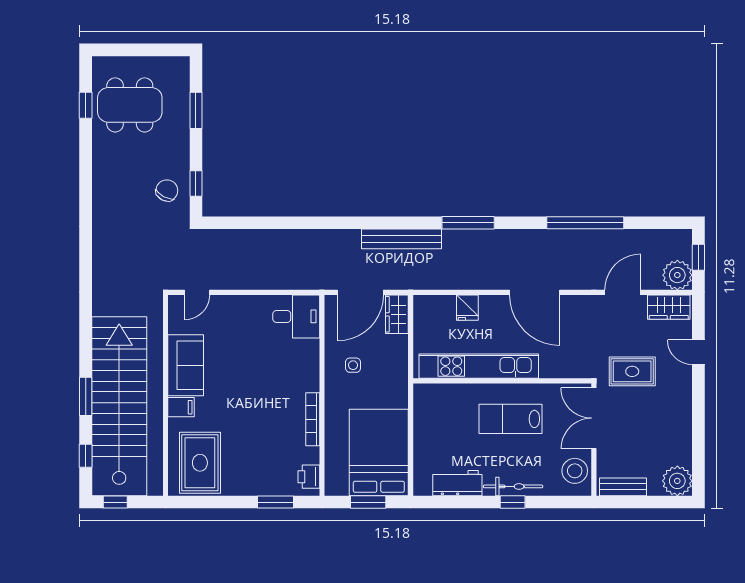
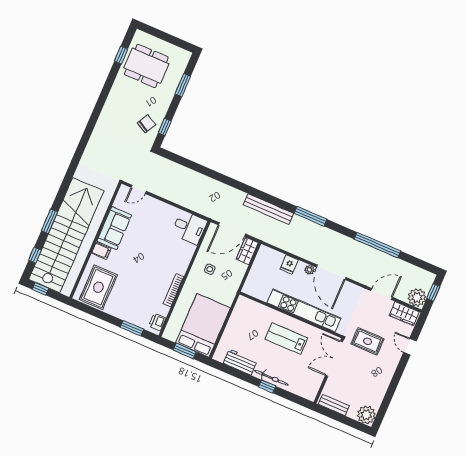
plant: (501, 303) -> (310, 270), added
kitchen unit: (479, 366) -> (304, 310), moved
stool: (575, 471) -> (310, 384), removed

